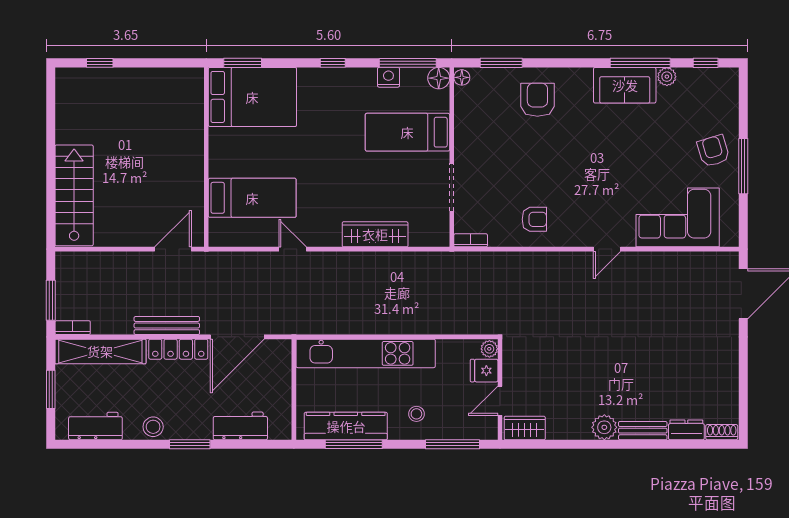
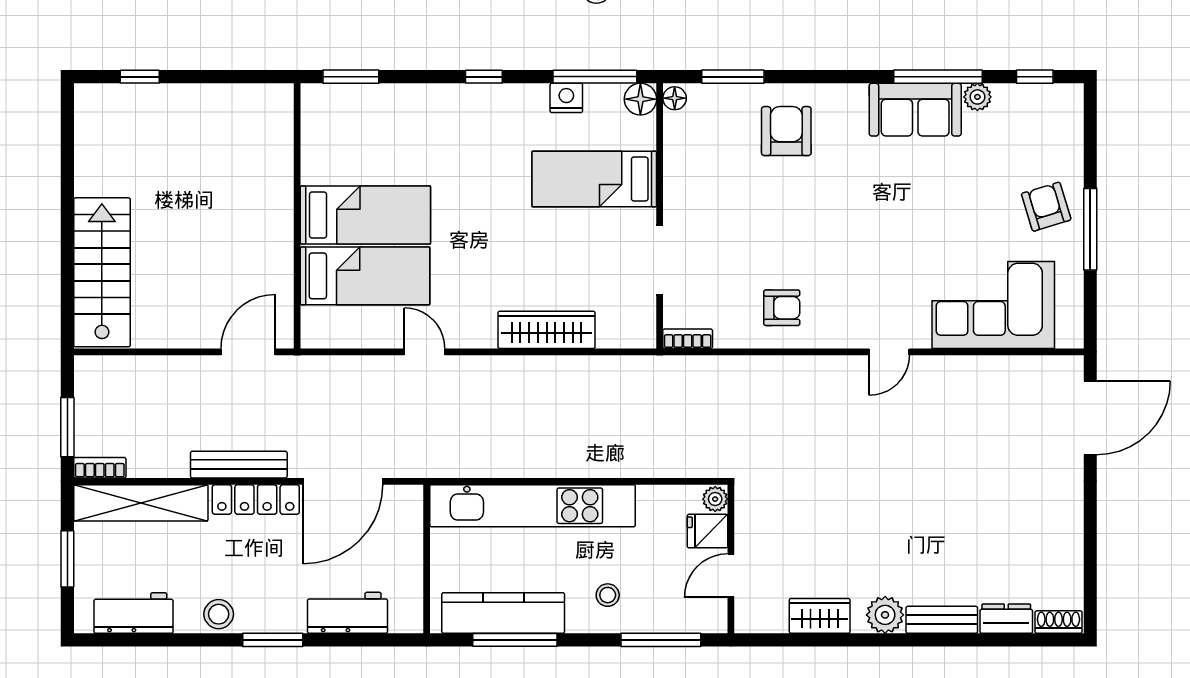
bed: (252, 97) -> (365, 215), moved, width x0.67
wardrobe: (525, 428) -> (820, 616), moved

